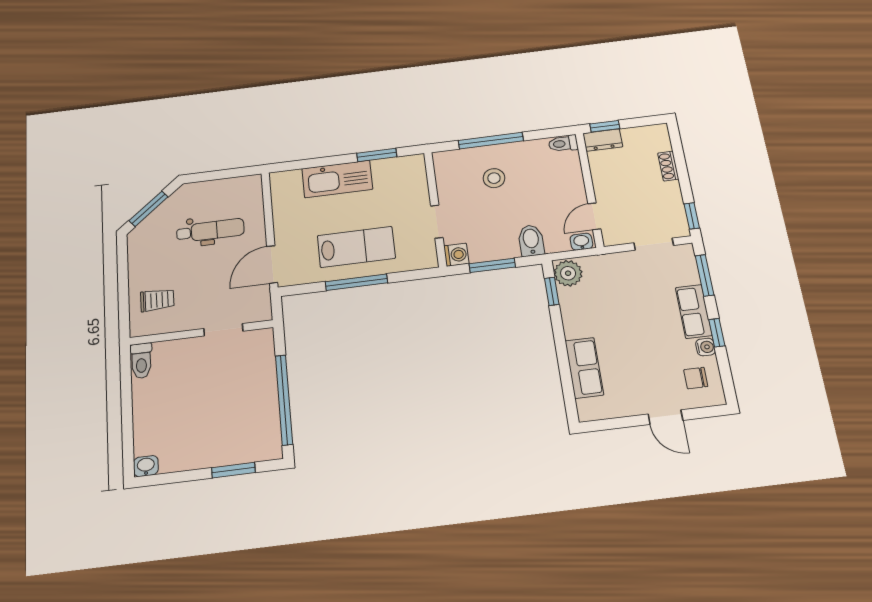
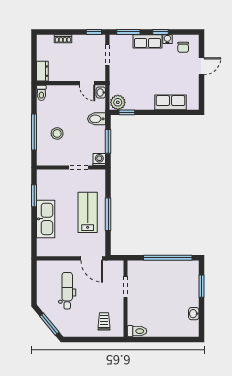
window: (605, 126) -> (34, 69), removed
washbasin: (146, 466) -> (194, 314), moved

